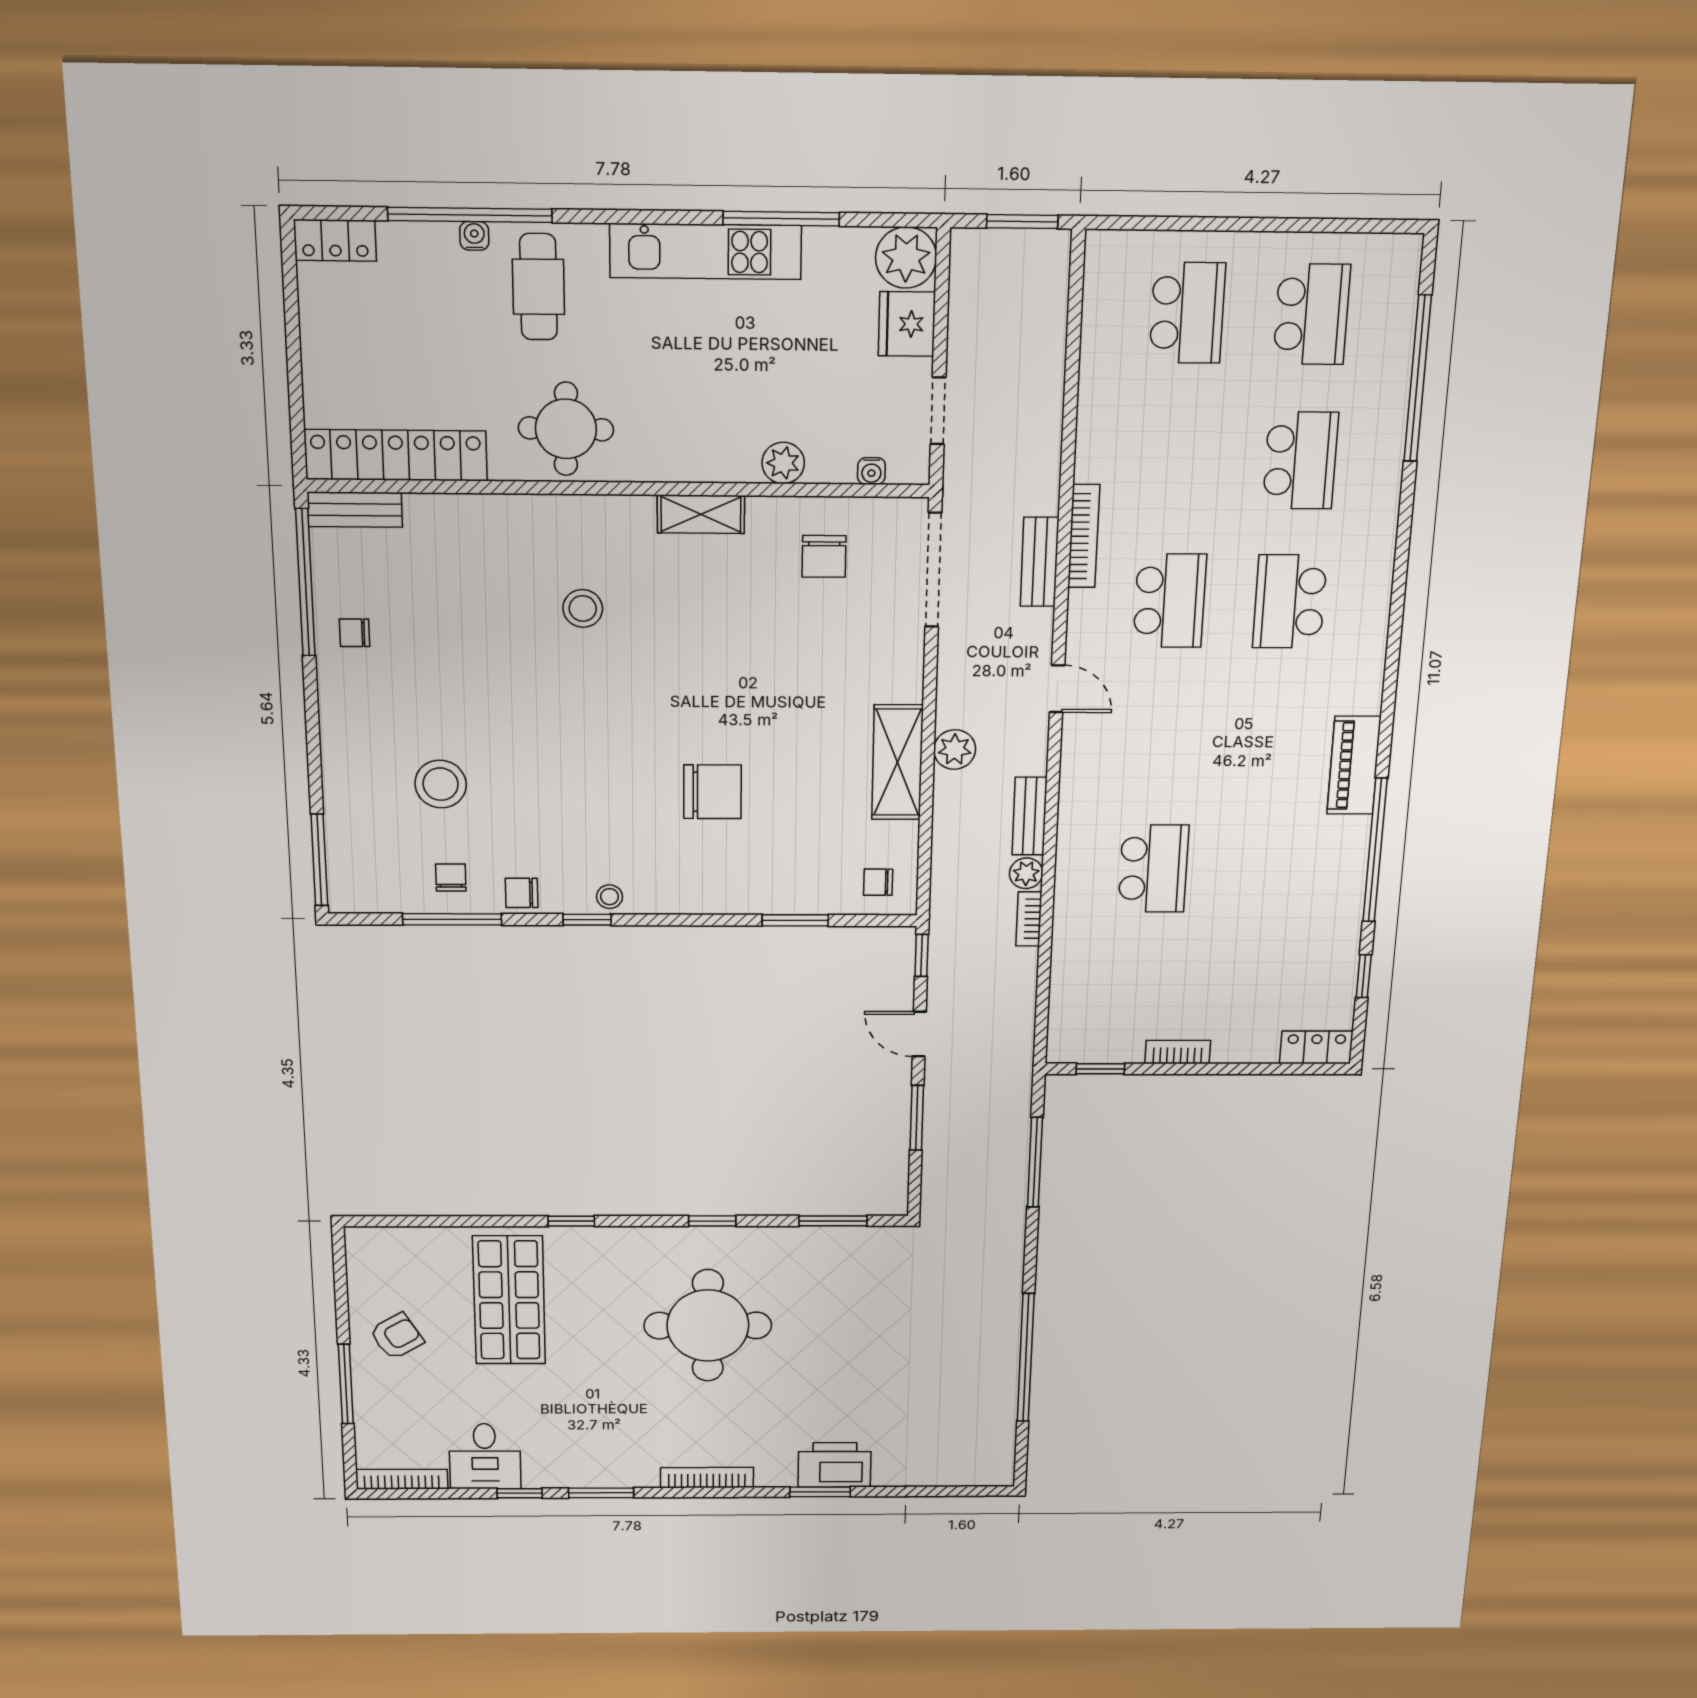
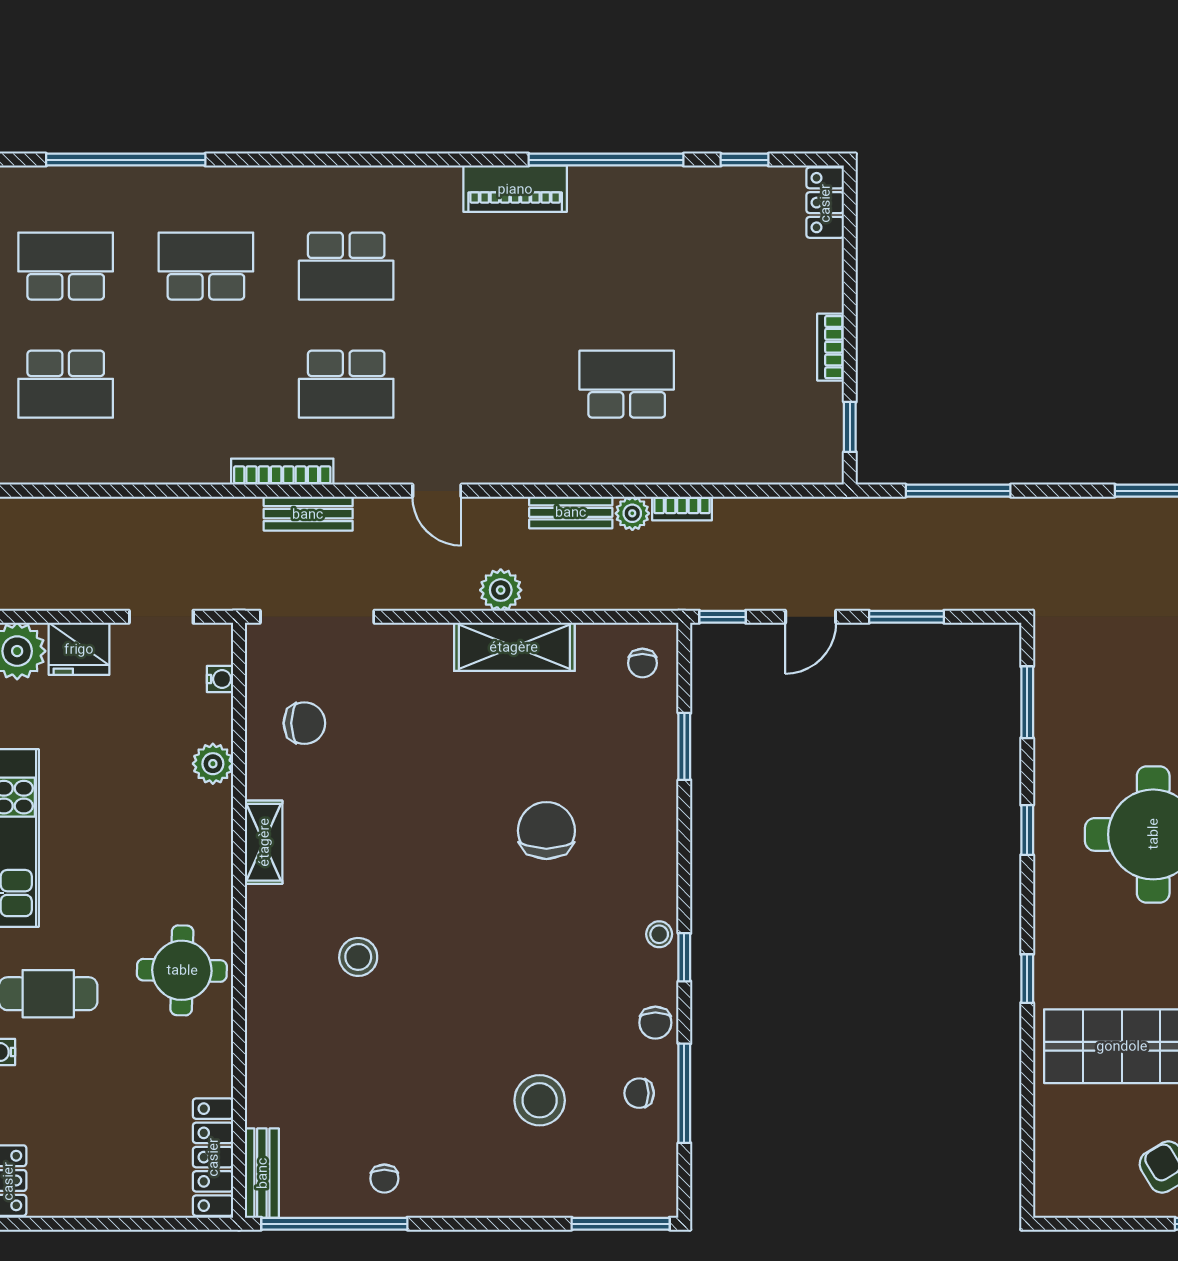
school desk: (1187, 313) -> (66, 384), turned 180
locker: (396, 455) -> (213, 1157), width x0.71, depth x0.83
school desk: (1170, 601) -> (346, 384), turned 180
door: (1057, 689) -> (437, 491), swing flipped

